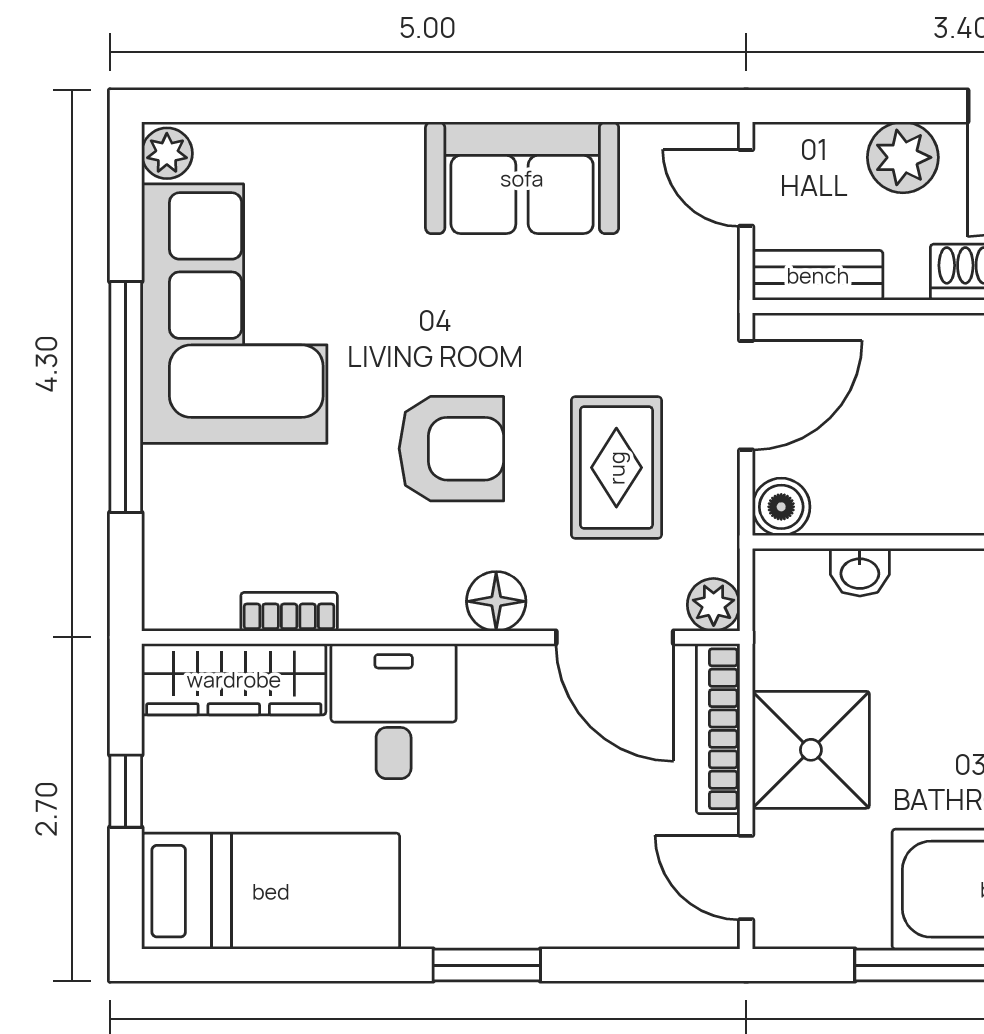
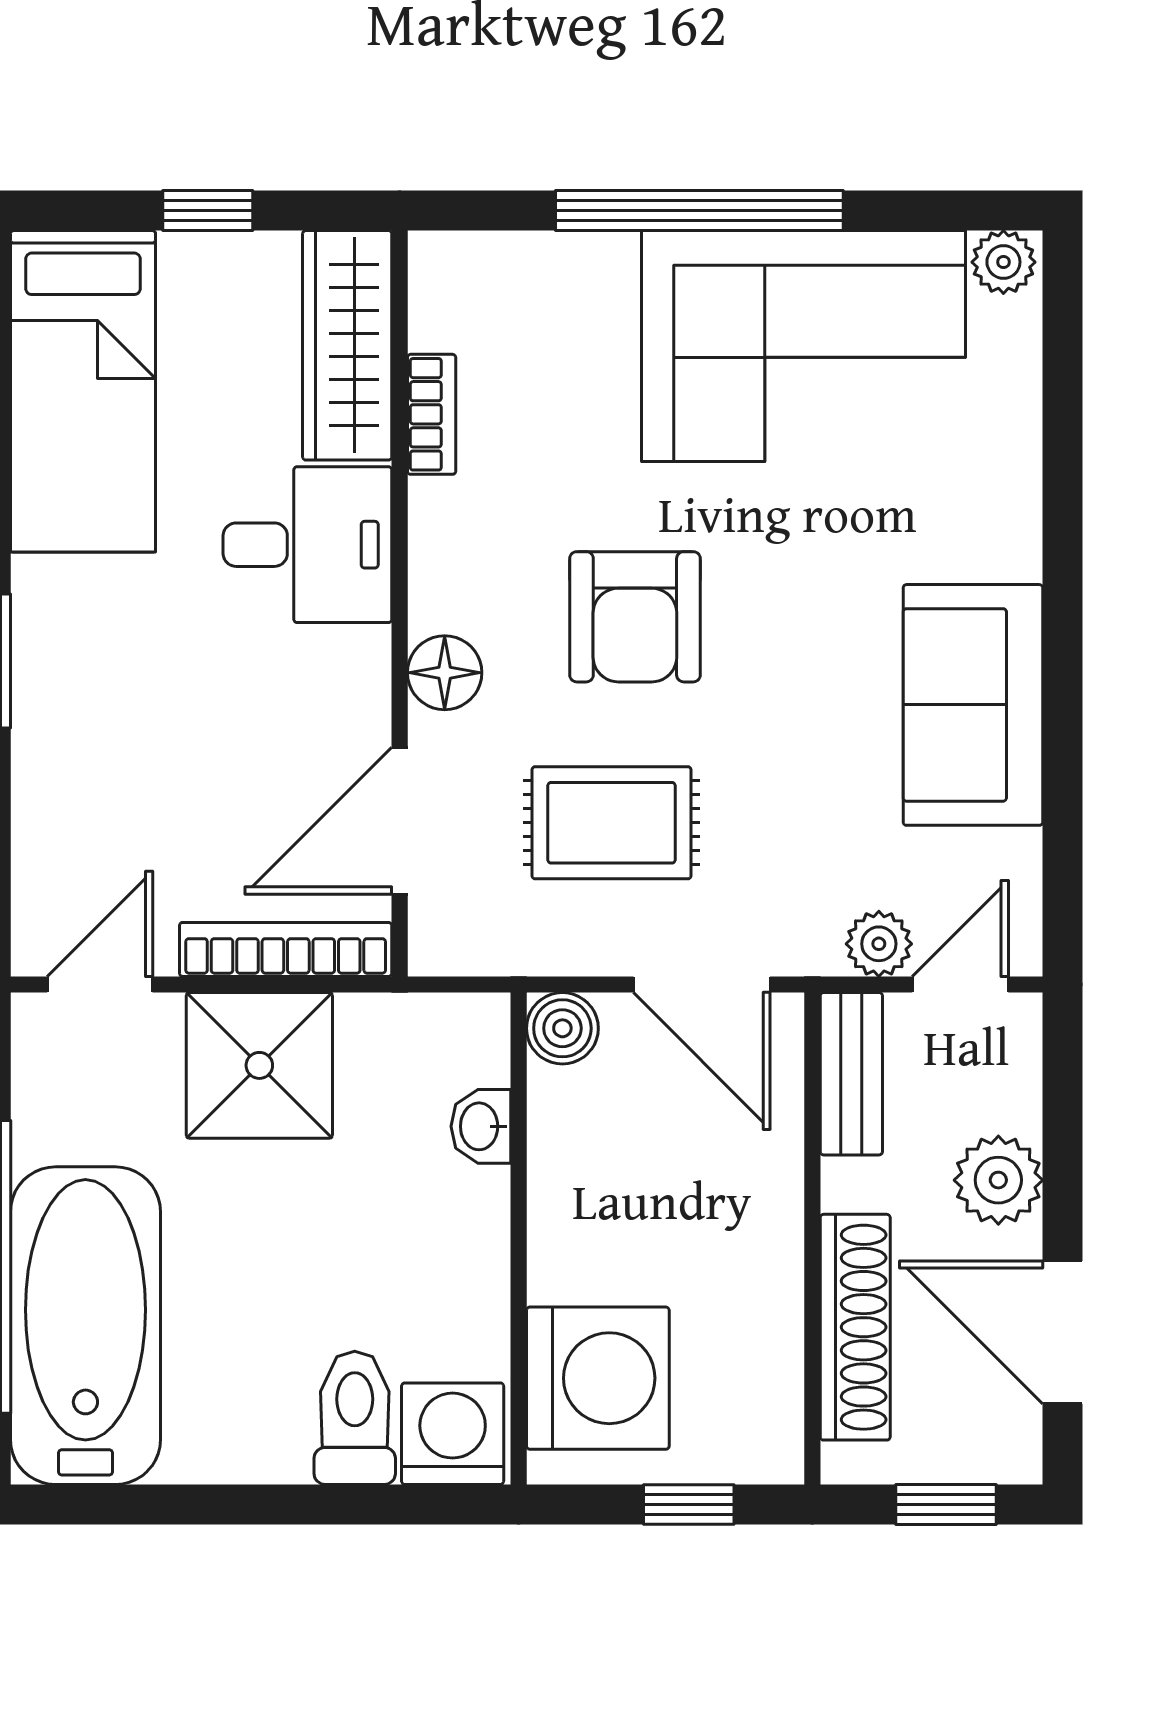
plant: (714, 605) -> (879, 944), moved

